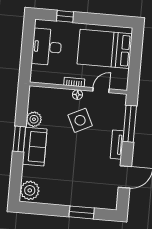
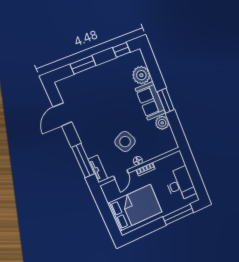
window: (65, 16) -> (178, 215), width x2.17
tv unit: (117, 145) -> (98, 169), moved
plant: (30, 190) -> (141, 75), moved
window: (38, 209) -> (121, 50), added

